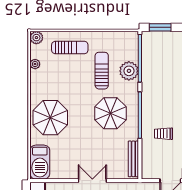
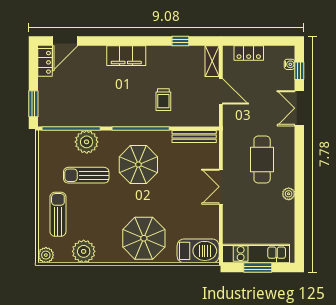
plant: (35, 64) -> (84, 251), width x1.87, depth x1.87

